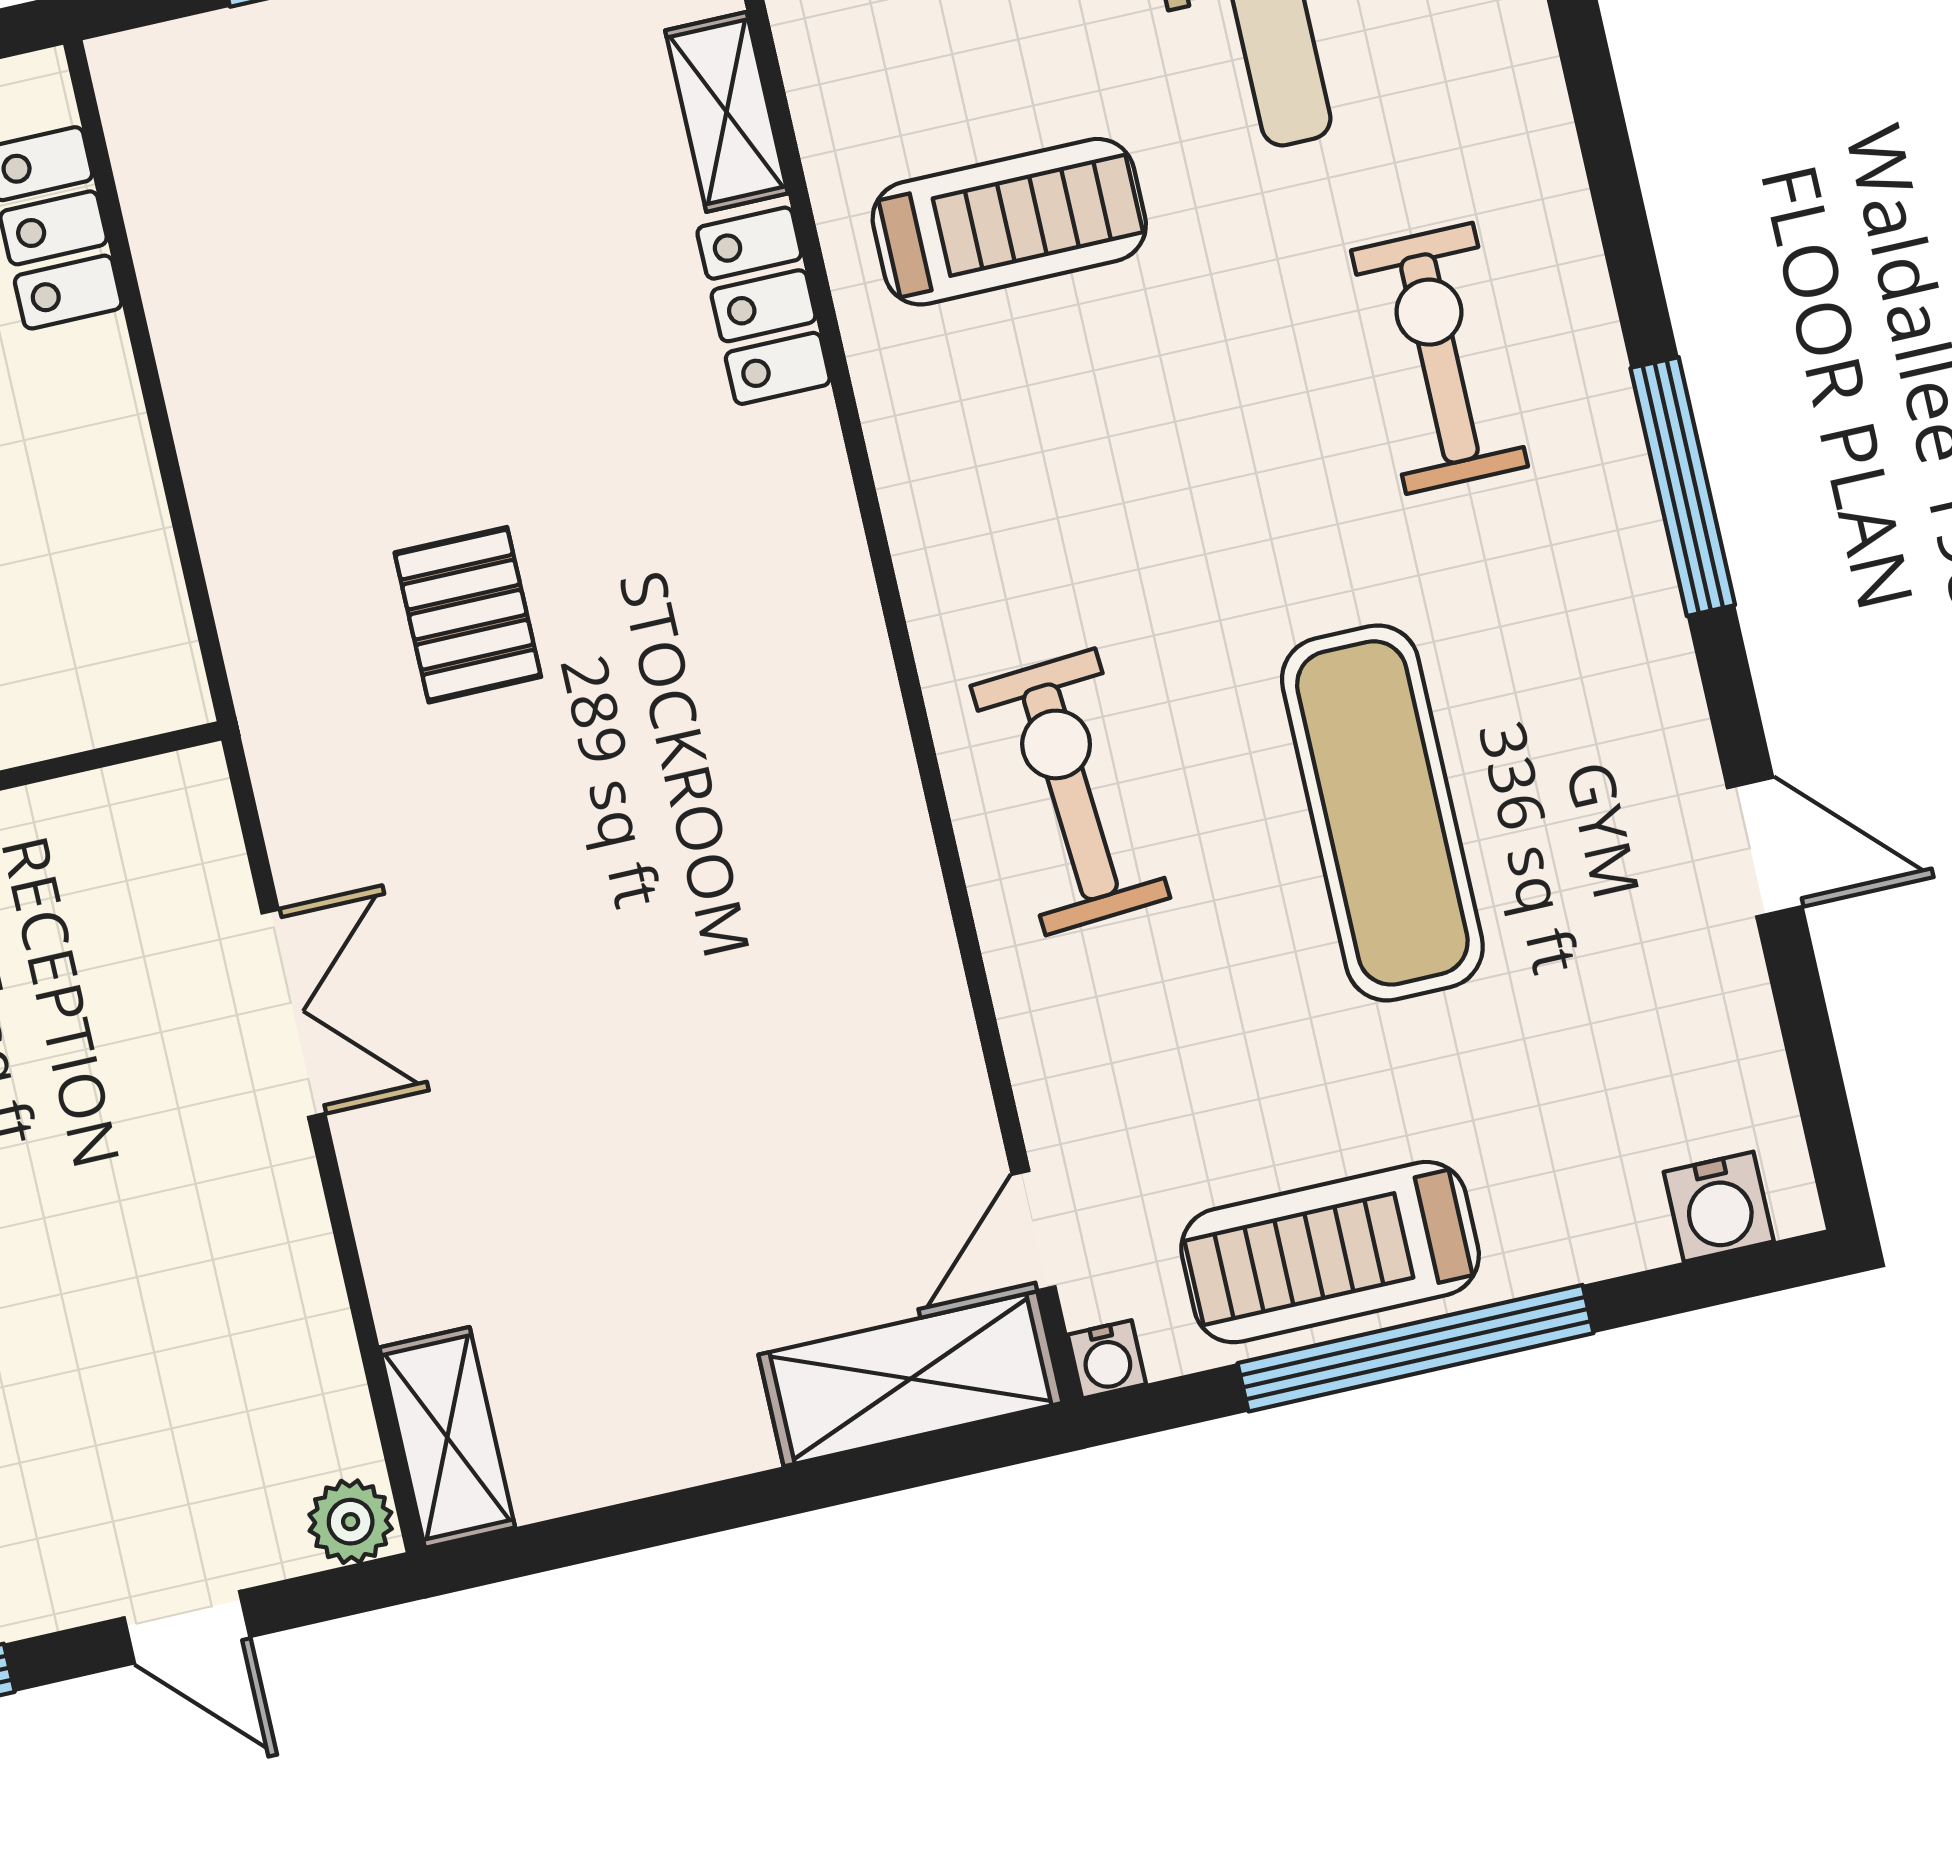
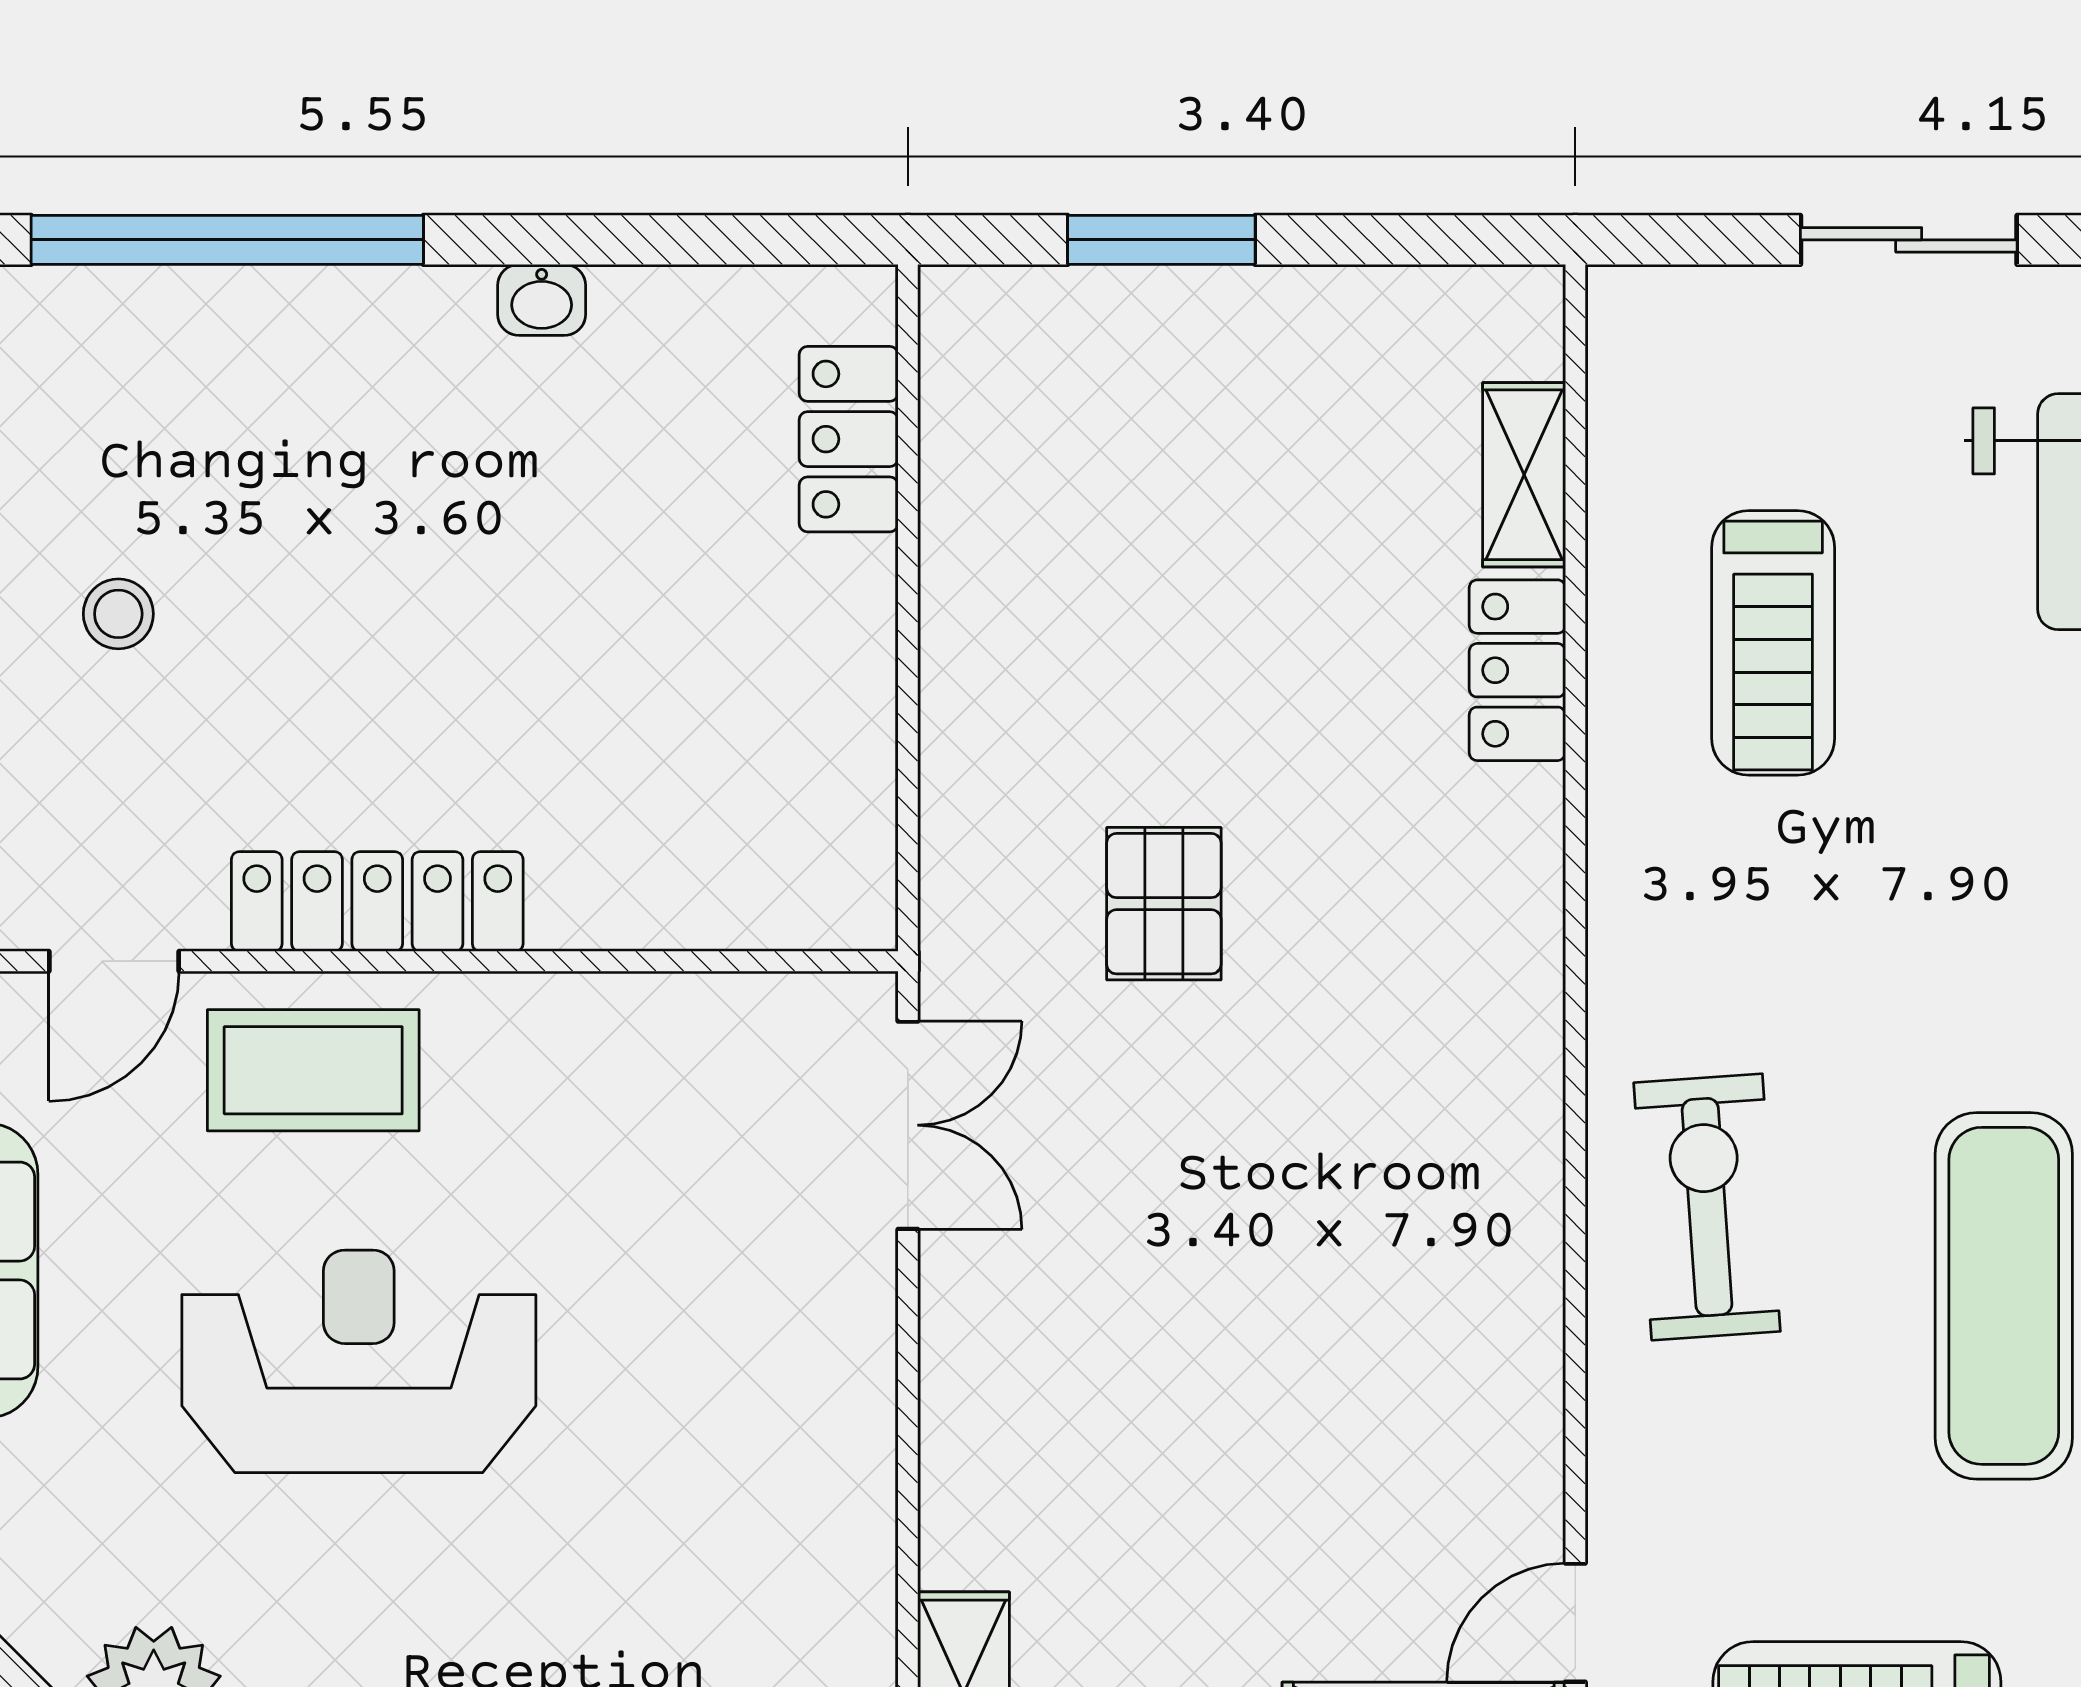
treadmill: (1009, 222) -> (1773, 643), turned 90
double door: (293, 1013) -> (908, 1125), moved

